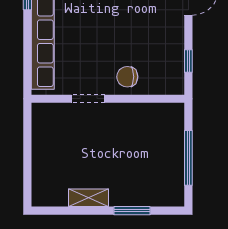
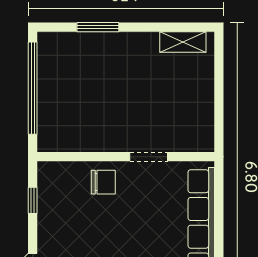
window: (188, 158) -> (33, 88), width x1.46
shelving: (88, 198) -> (183, 42), moved

